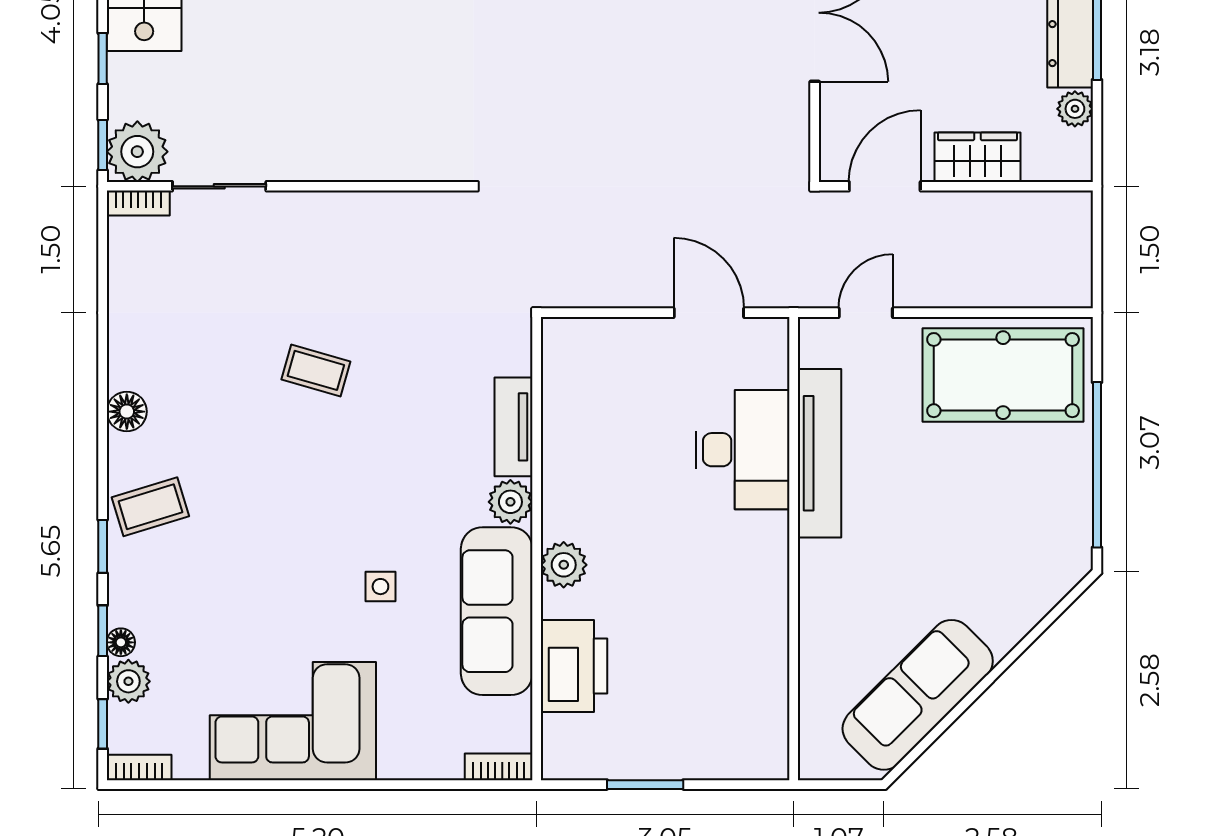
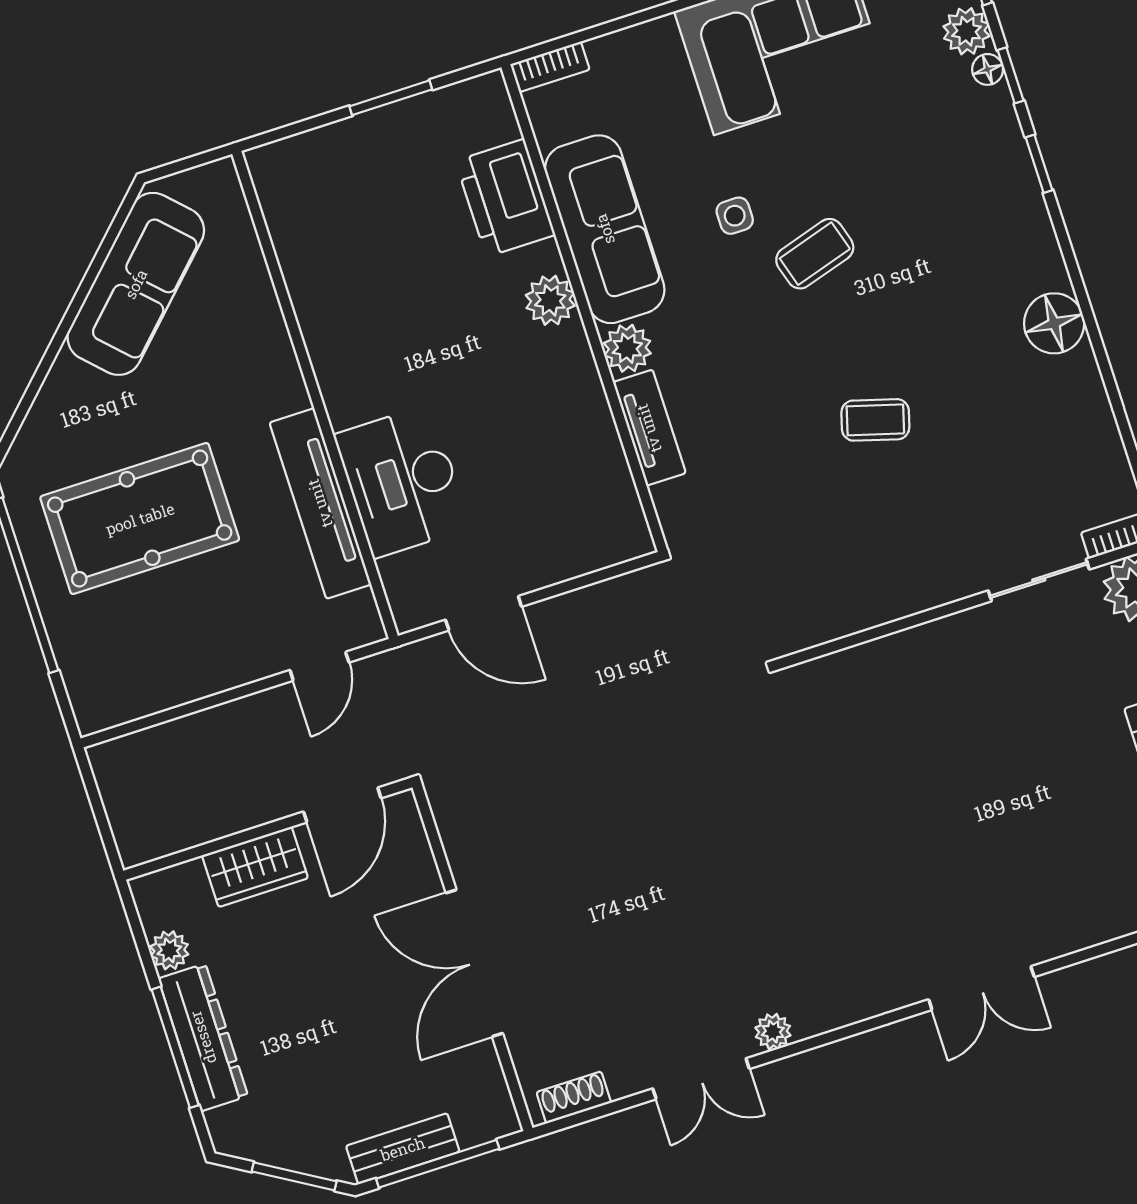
pool table: (1003, 375) -> (140, 519), moved
floor lamp: (127, 412) -> (1054, 323), width x1.38, depth x1.38
coffee table: (150, 507) -> (815, 254), moved

